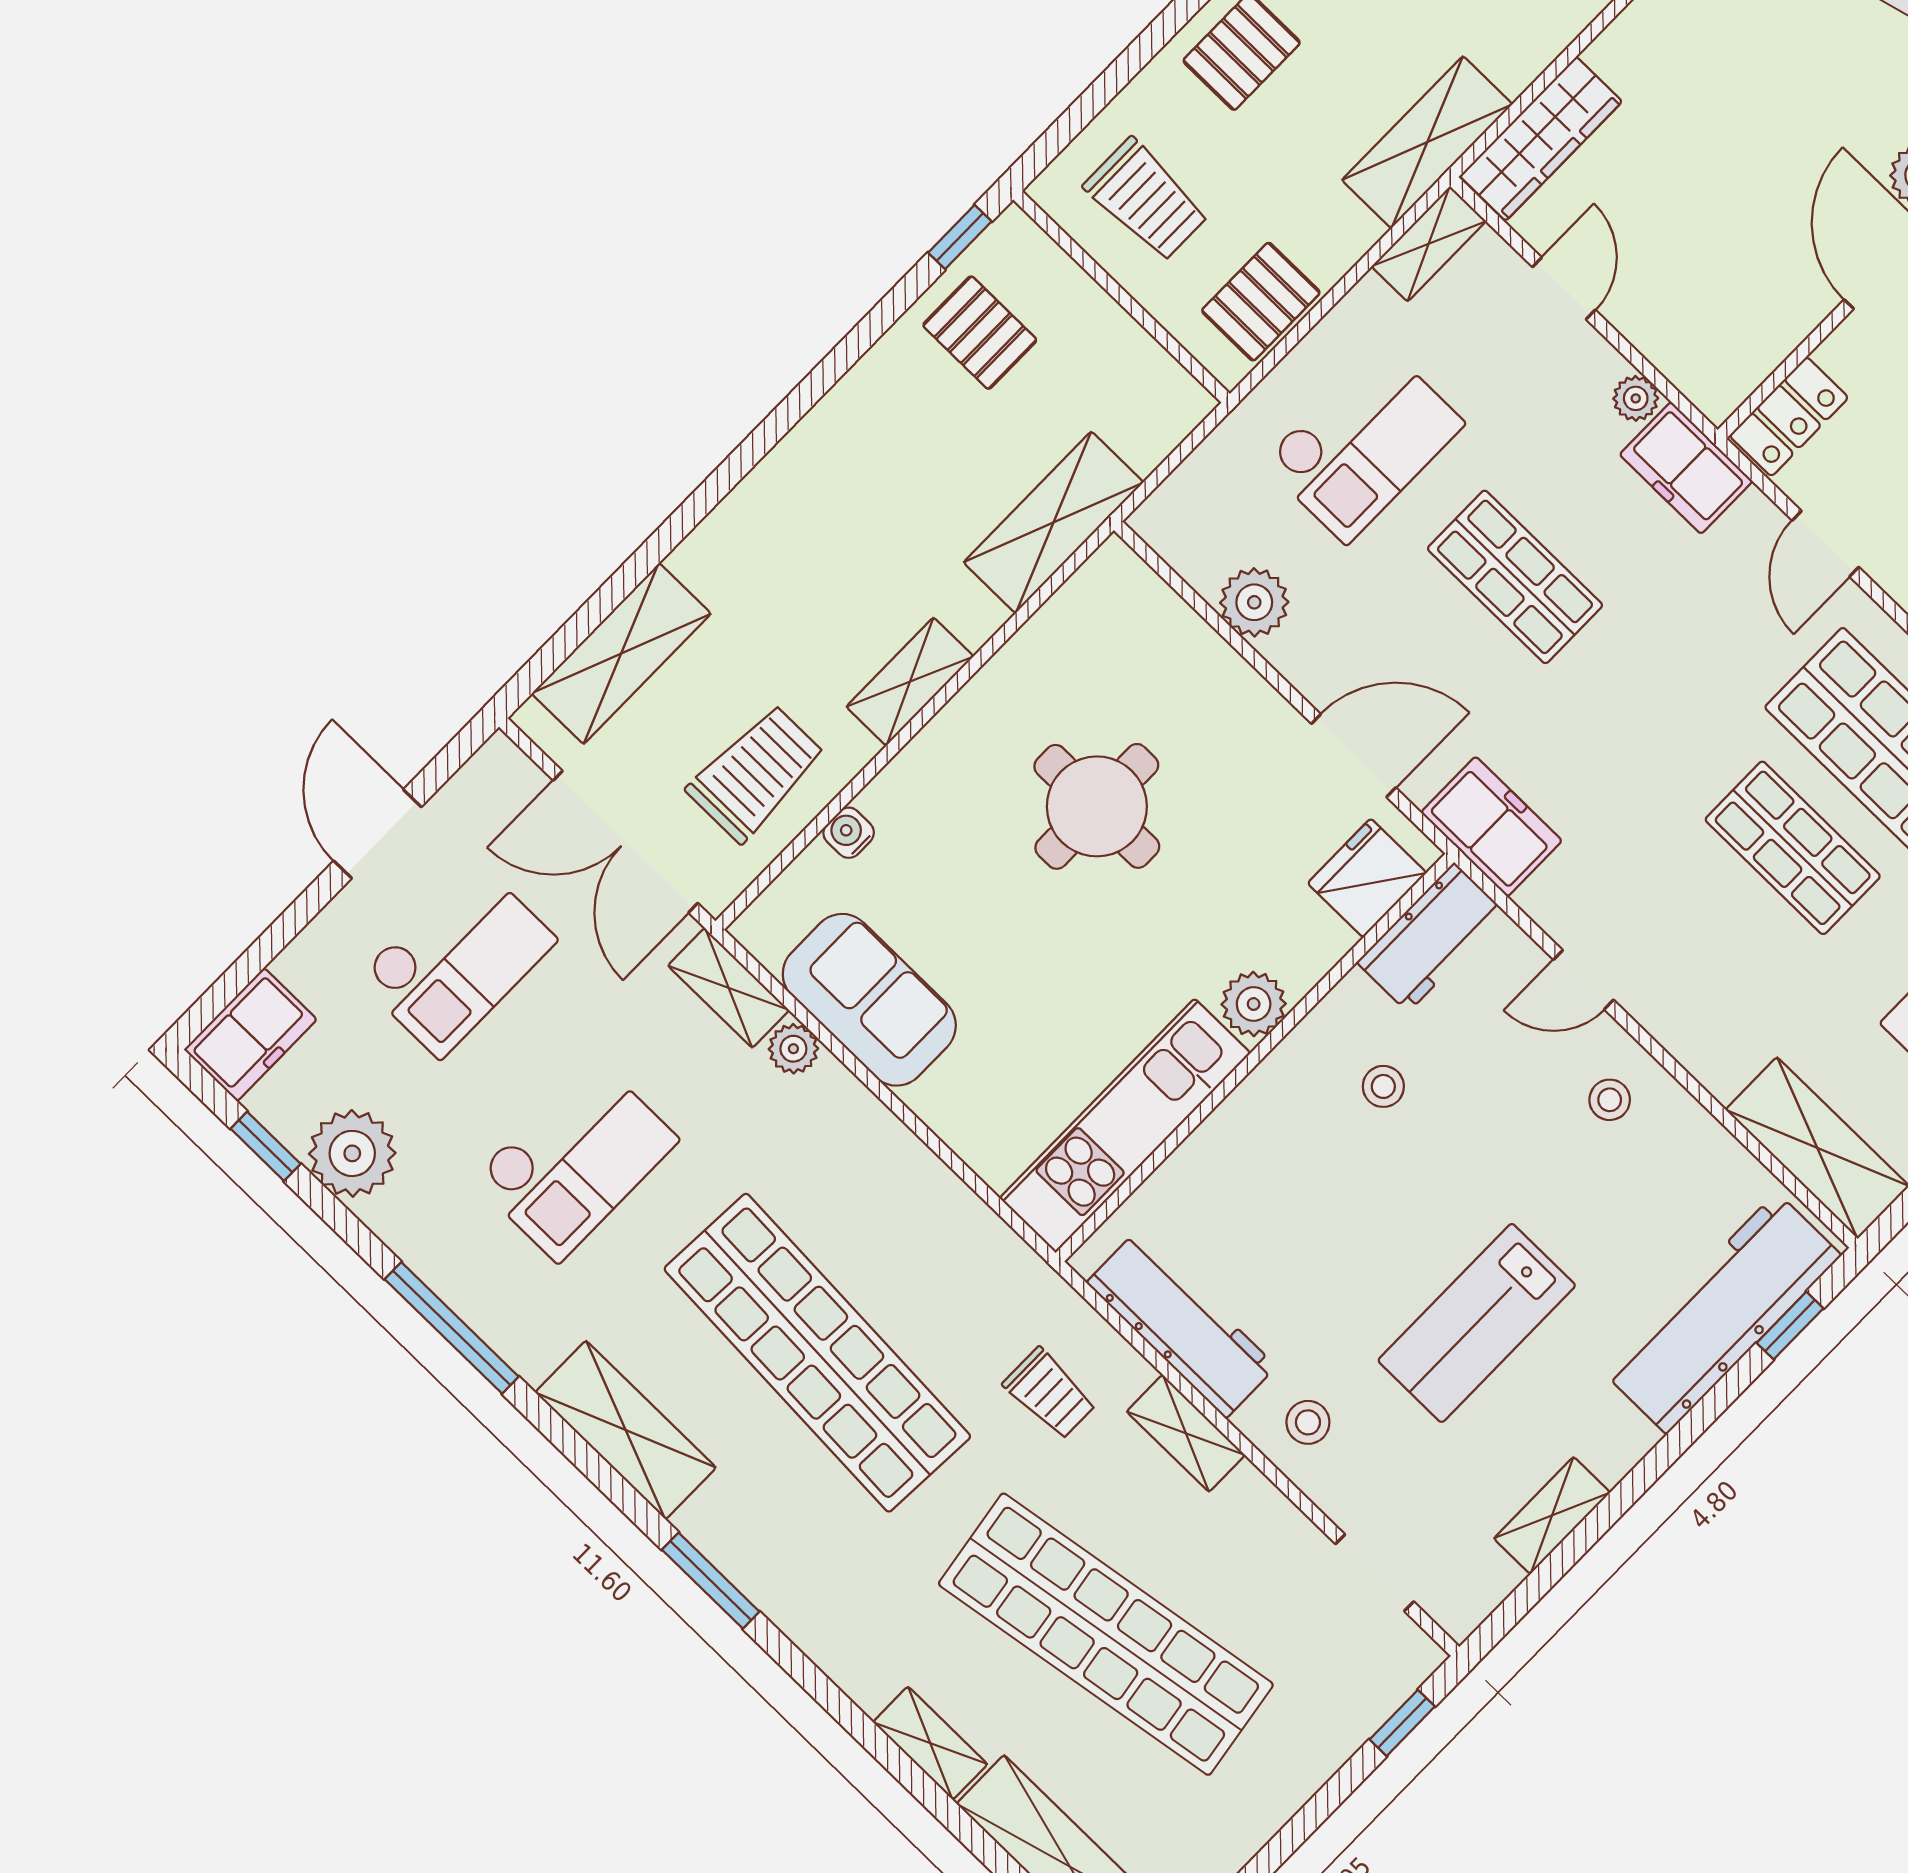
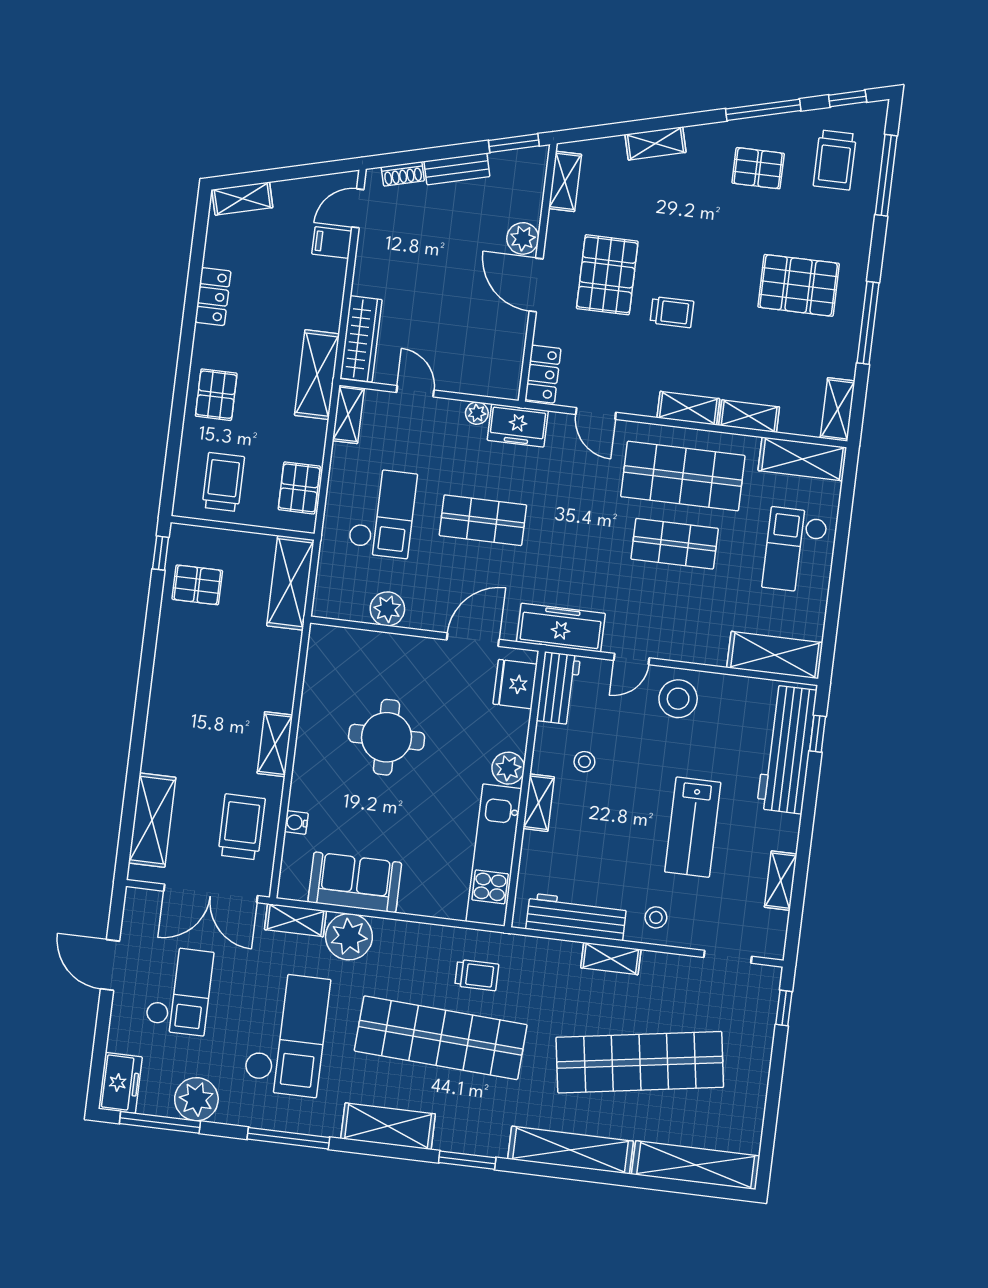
trolley: (1146, 200) -> (223, 482), turned -90
shelving: (1053, 522) -> (290, 583), moved
freezer: (1491, 827) -> (561, 628), width x1.40
plant: (793, 1049) -> (349, 937), width x1.87, depth x1.87
shelving: (1260, 1096) -> (539, 803), added
stool: (1610, 1100) -> (678, 699), width x1.89, depth x1.89
window: (266, 1146) -> (160, 1122), width x2.17
checkout: (576, 1159) -> (287, 1034), width x1.36, depth x1.21
trolley: (1050, 1394) -> (477, 975), moved
shelving: (930, 1743) -> (570, 1150), width x2.20, depth x1.33

